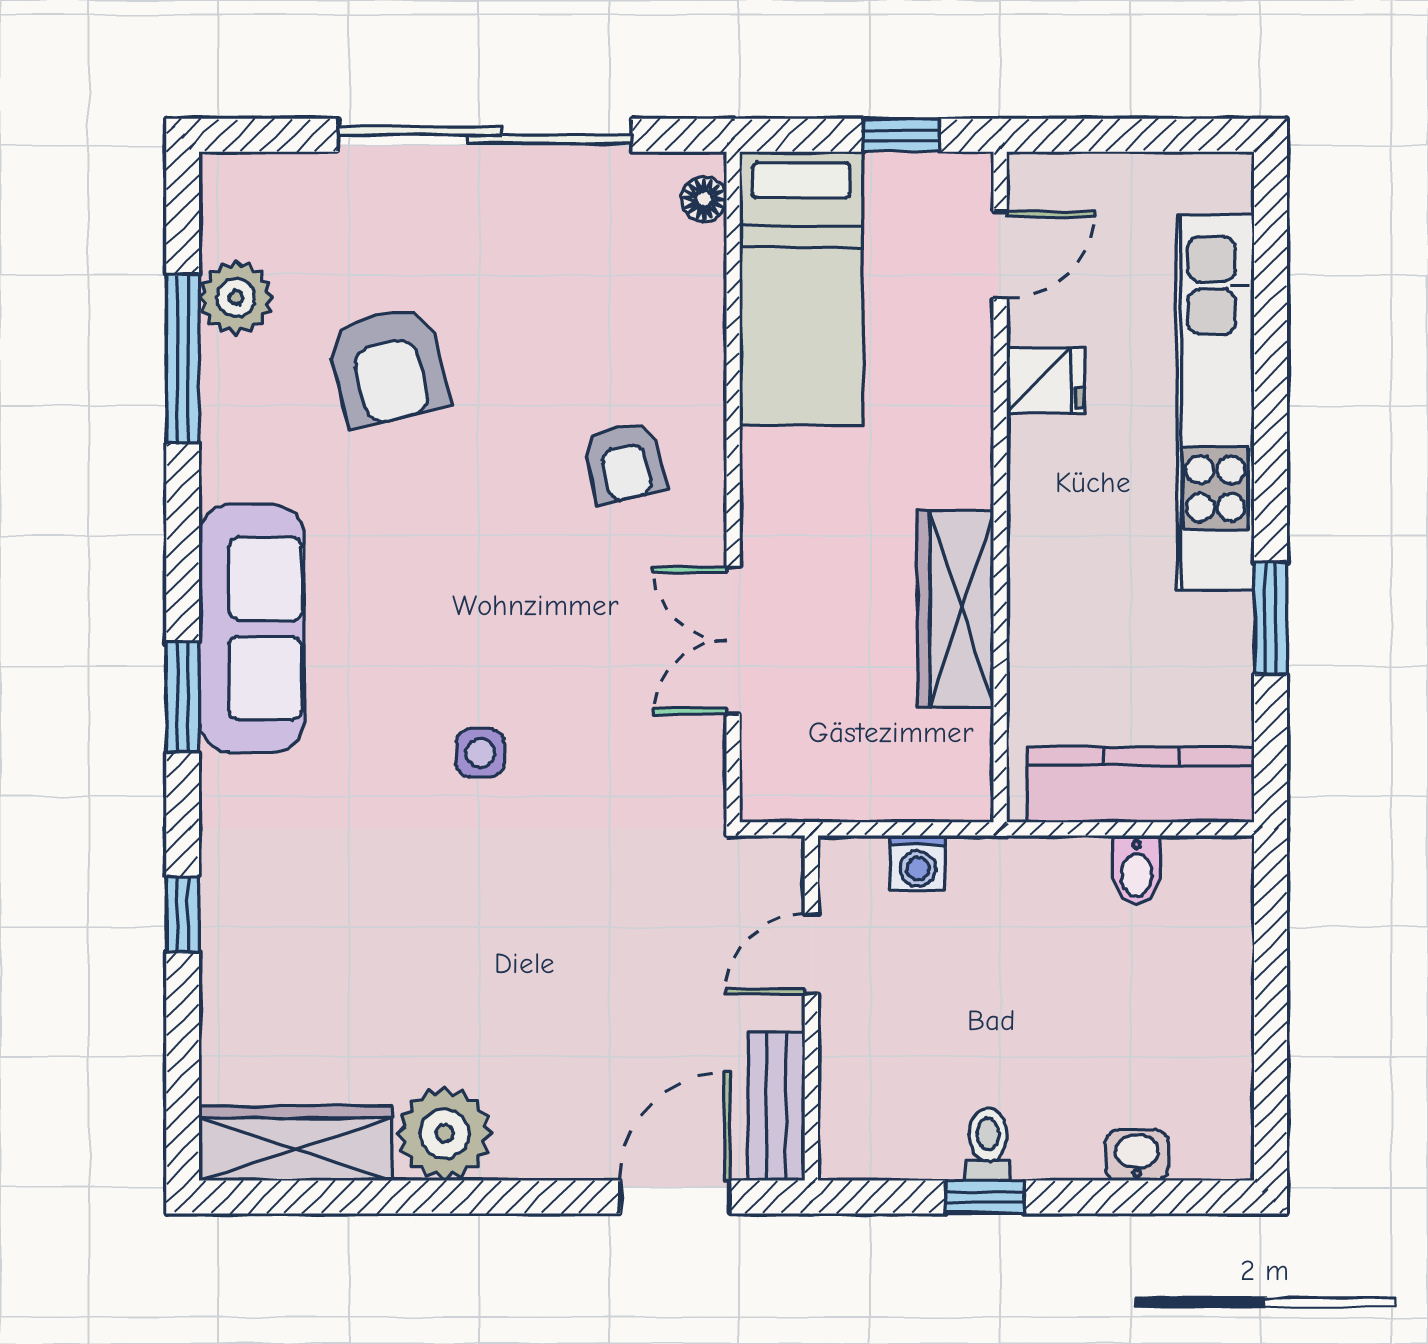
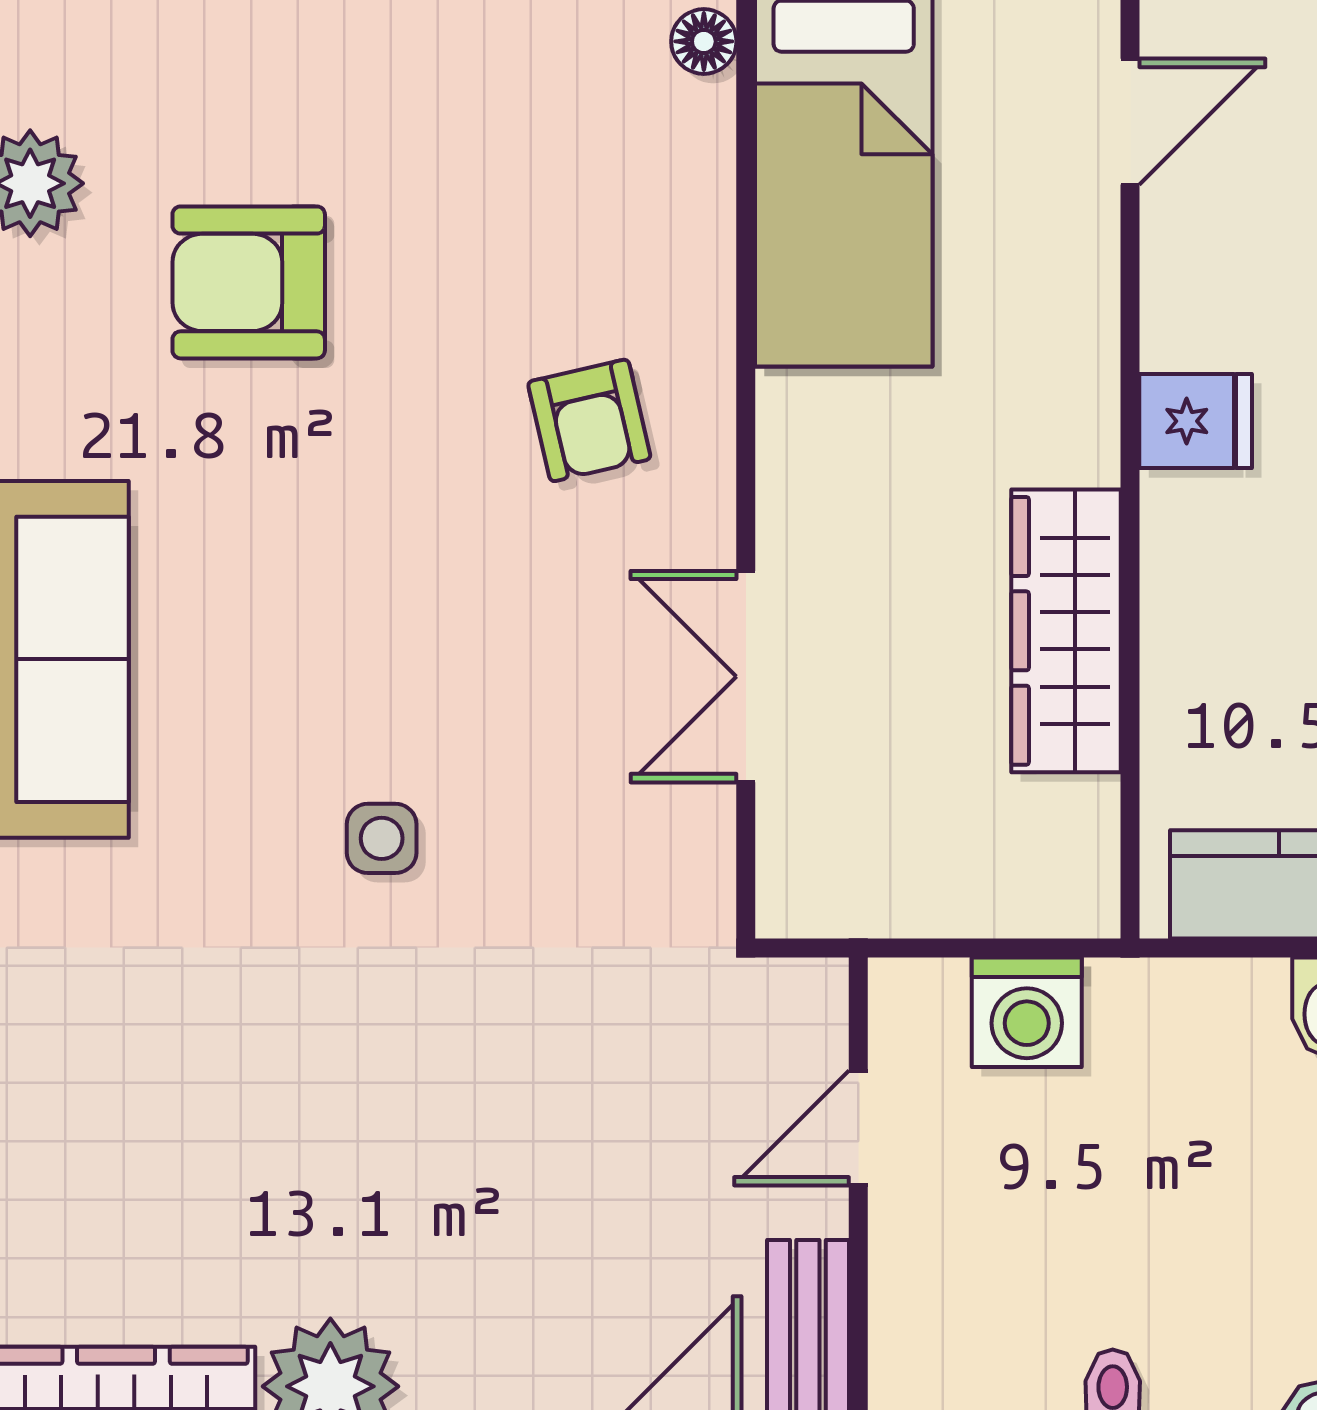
armchair: (388, 366) -> (249, 282), turned 104
fridge: (1046, 381) -> (1196, 421), moved
washing machine: (918, 863) -> (1027, 1012), width x1.38, depth x1.38

